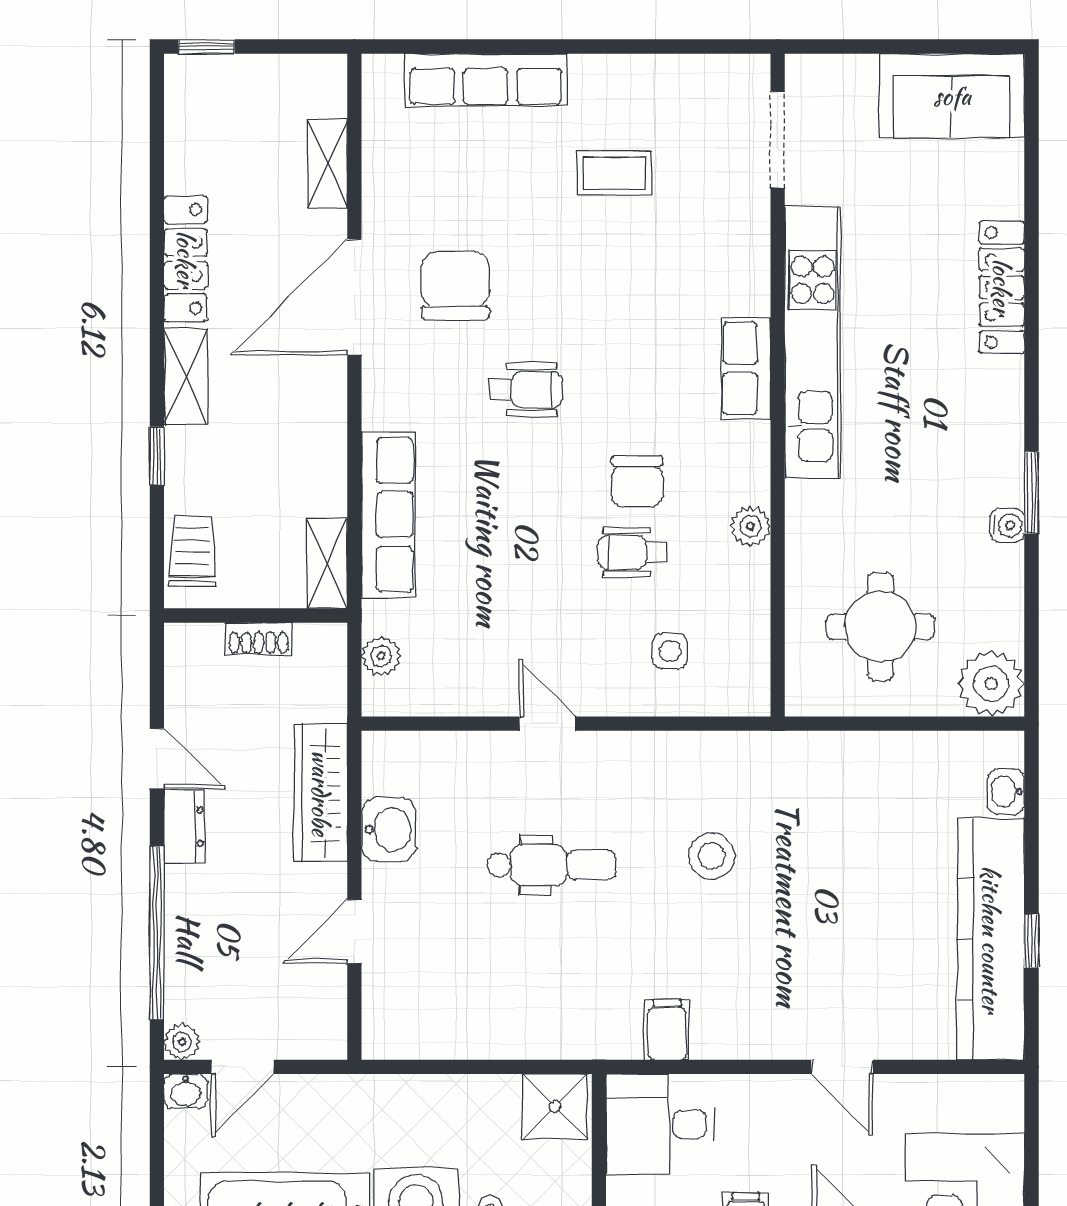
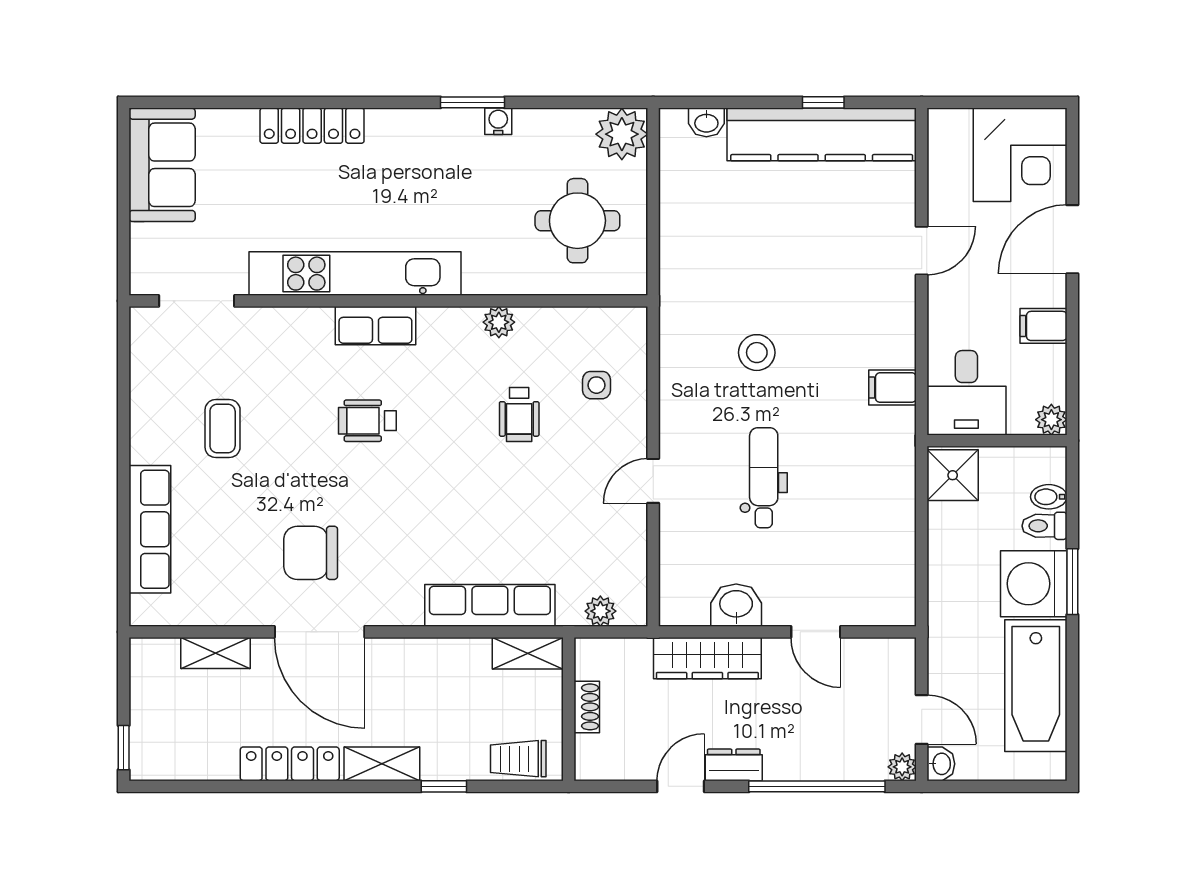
wheelchair: (526, 389) -> (367, 421), moved, turned -90
chair: (637, 481) -> (464, 411), removed

